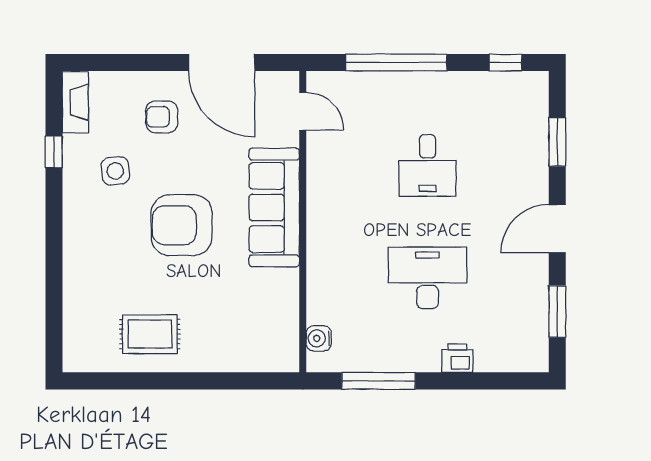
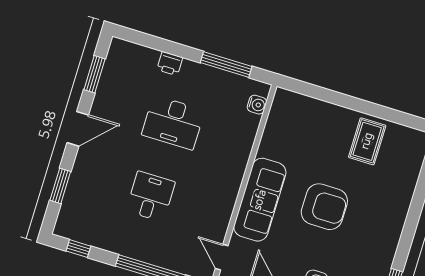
side table: (115, 171) -> (357, 256), removed
rug: (150, 334) -> (367, 141), turned 90

